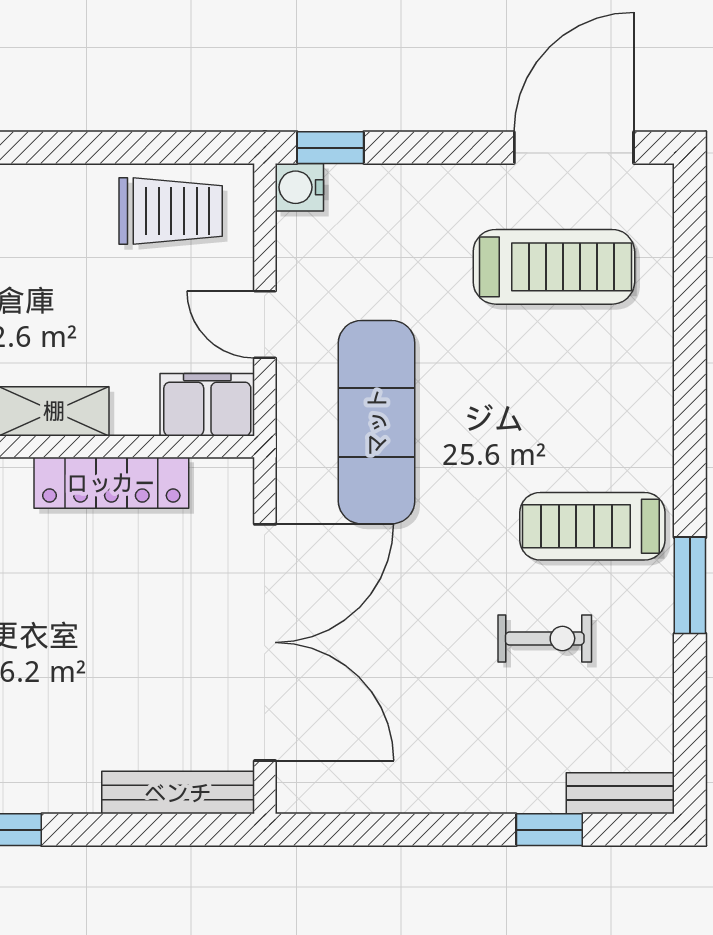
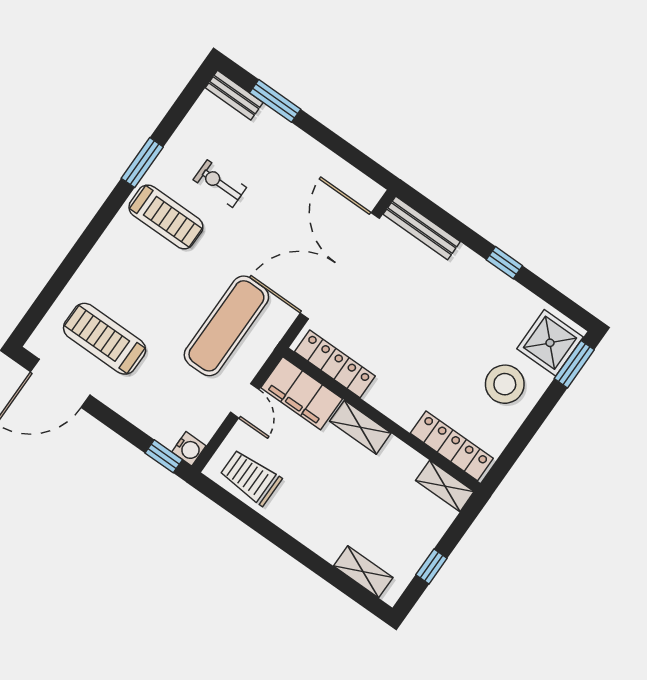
filing cabinet: (207, 405) -> (302, 393), width x1.50, depth x1.17
locker: (111, 483) -> (335, 364), moved
window: (549, 830) -> (275, 101), width x1.50

